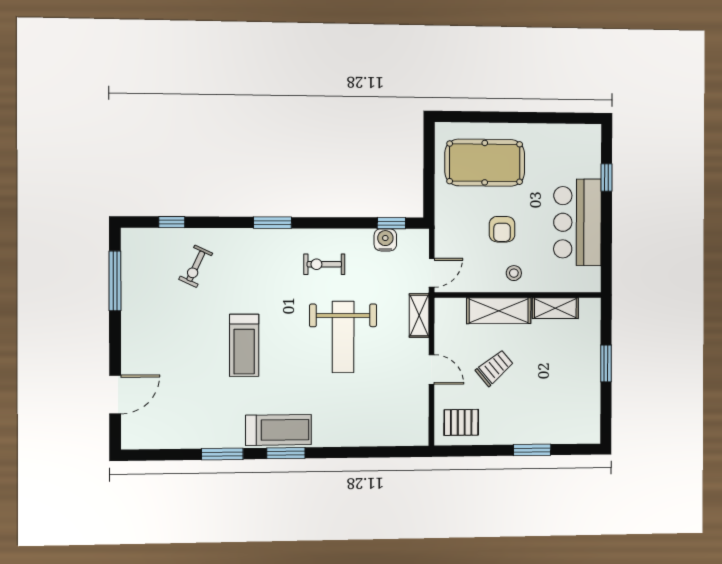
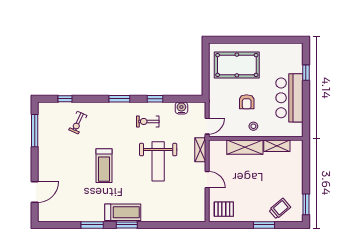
window: (391, 223) -> (155, 99), moved
window: (606, 363) -> (306, 204), moved
trolley: (495, 368) -> (280, 209), moved

